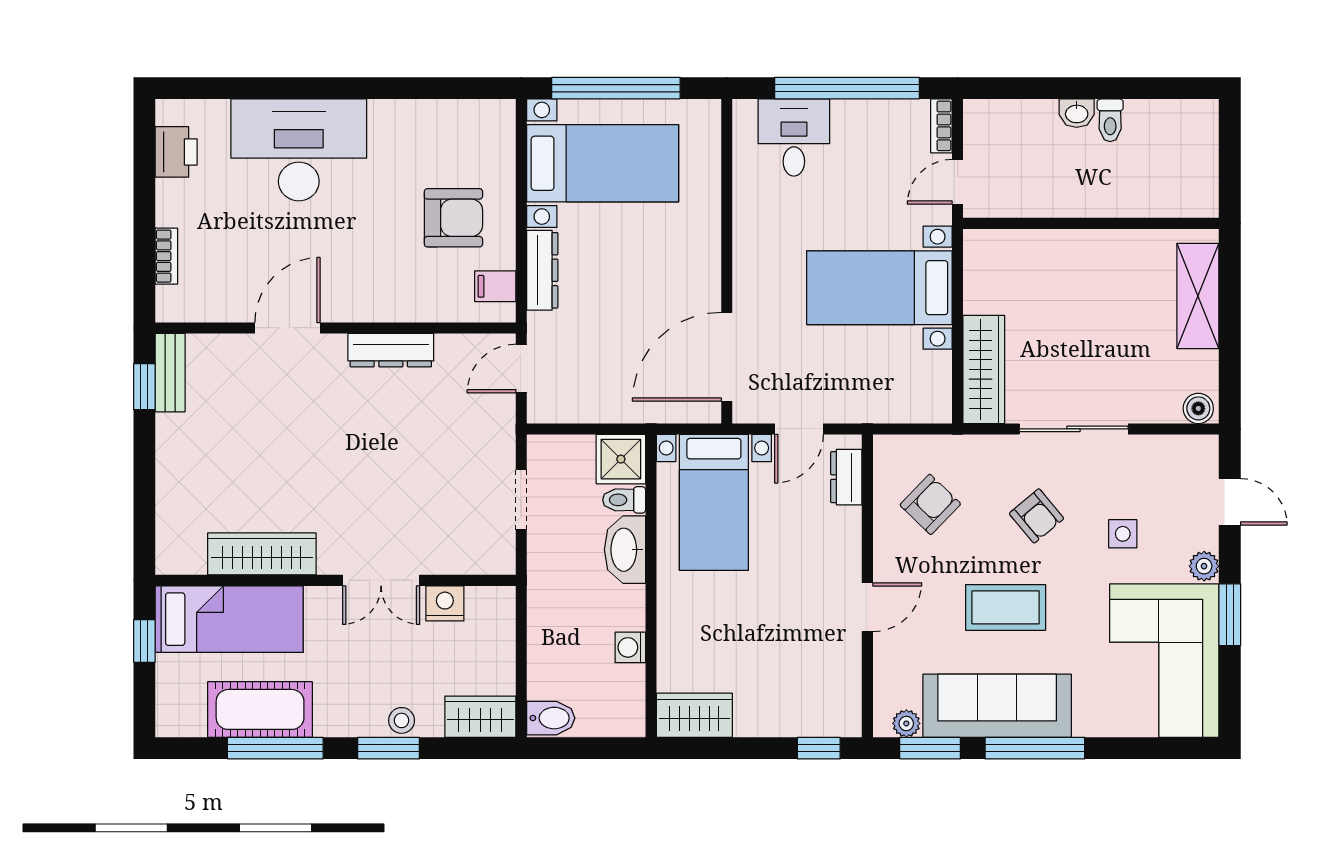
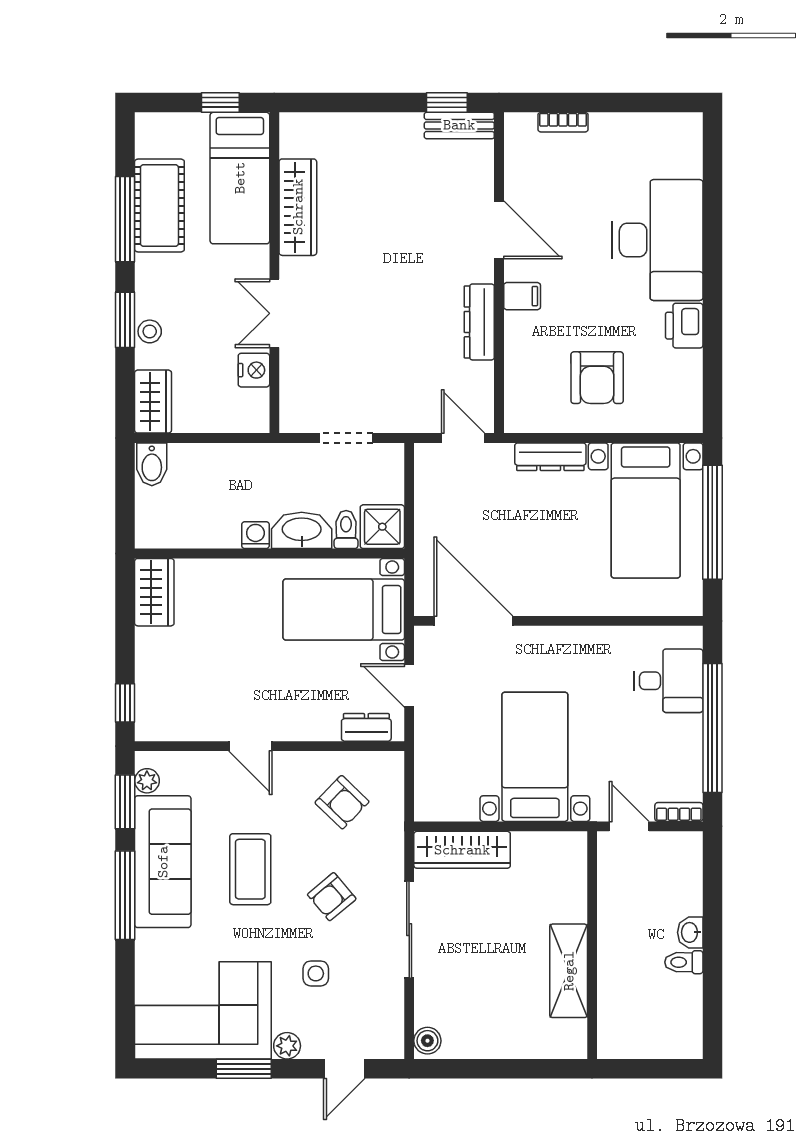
printer: (176, 152) -> (684, 326), moved, turned 90
filing cabinet: (495, 286) -> (522, 296), moved, turned 90
shelving: (1198, 296) -> (569, 971), moved, turned 90
washing machine: (630, 647) -> (255, 535), moved

